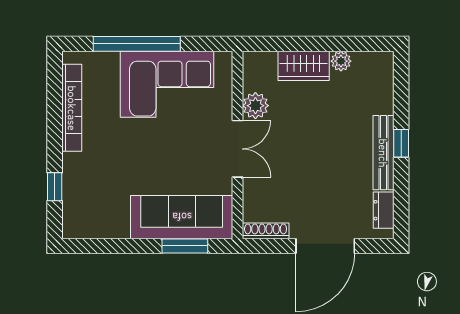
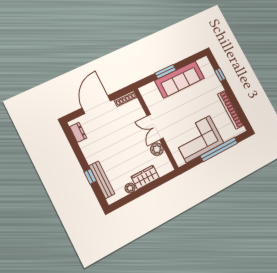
window: (401, 143) -> (90, 176), moved
bench: (383, 153) -> (102, 180), moved
sofa: (182, 217) -> (180, 79), moved
window: (185, 246) -> (165, 72), moved

